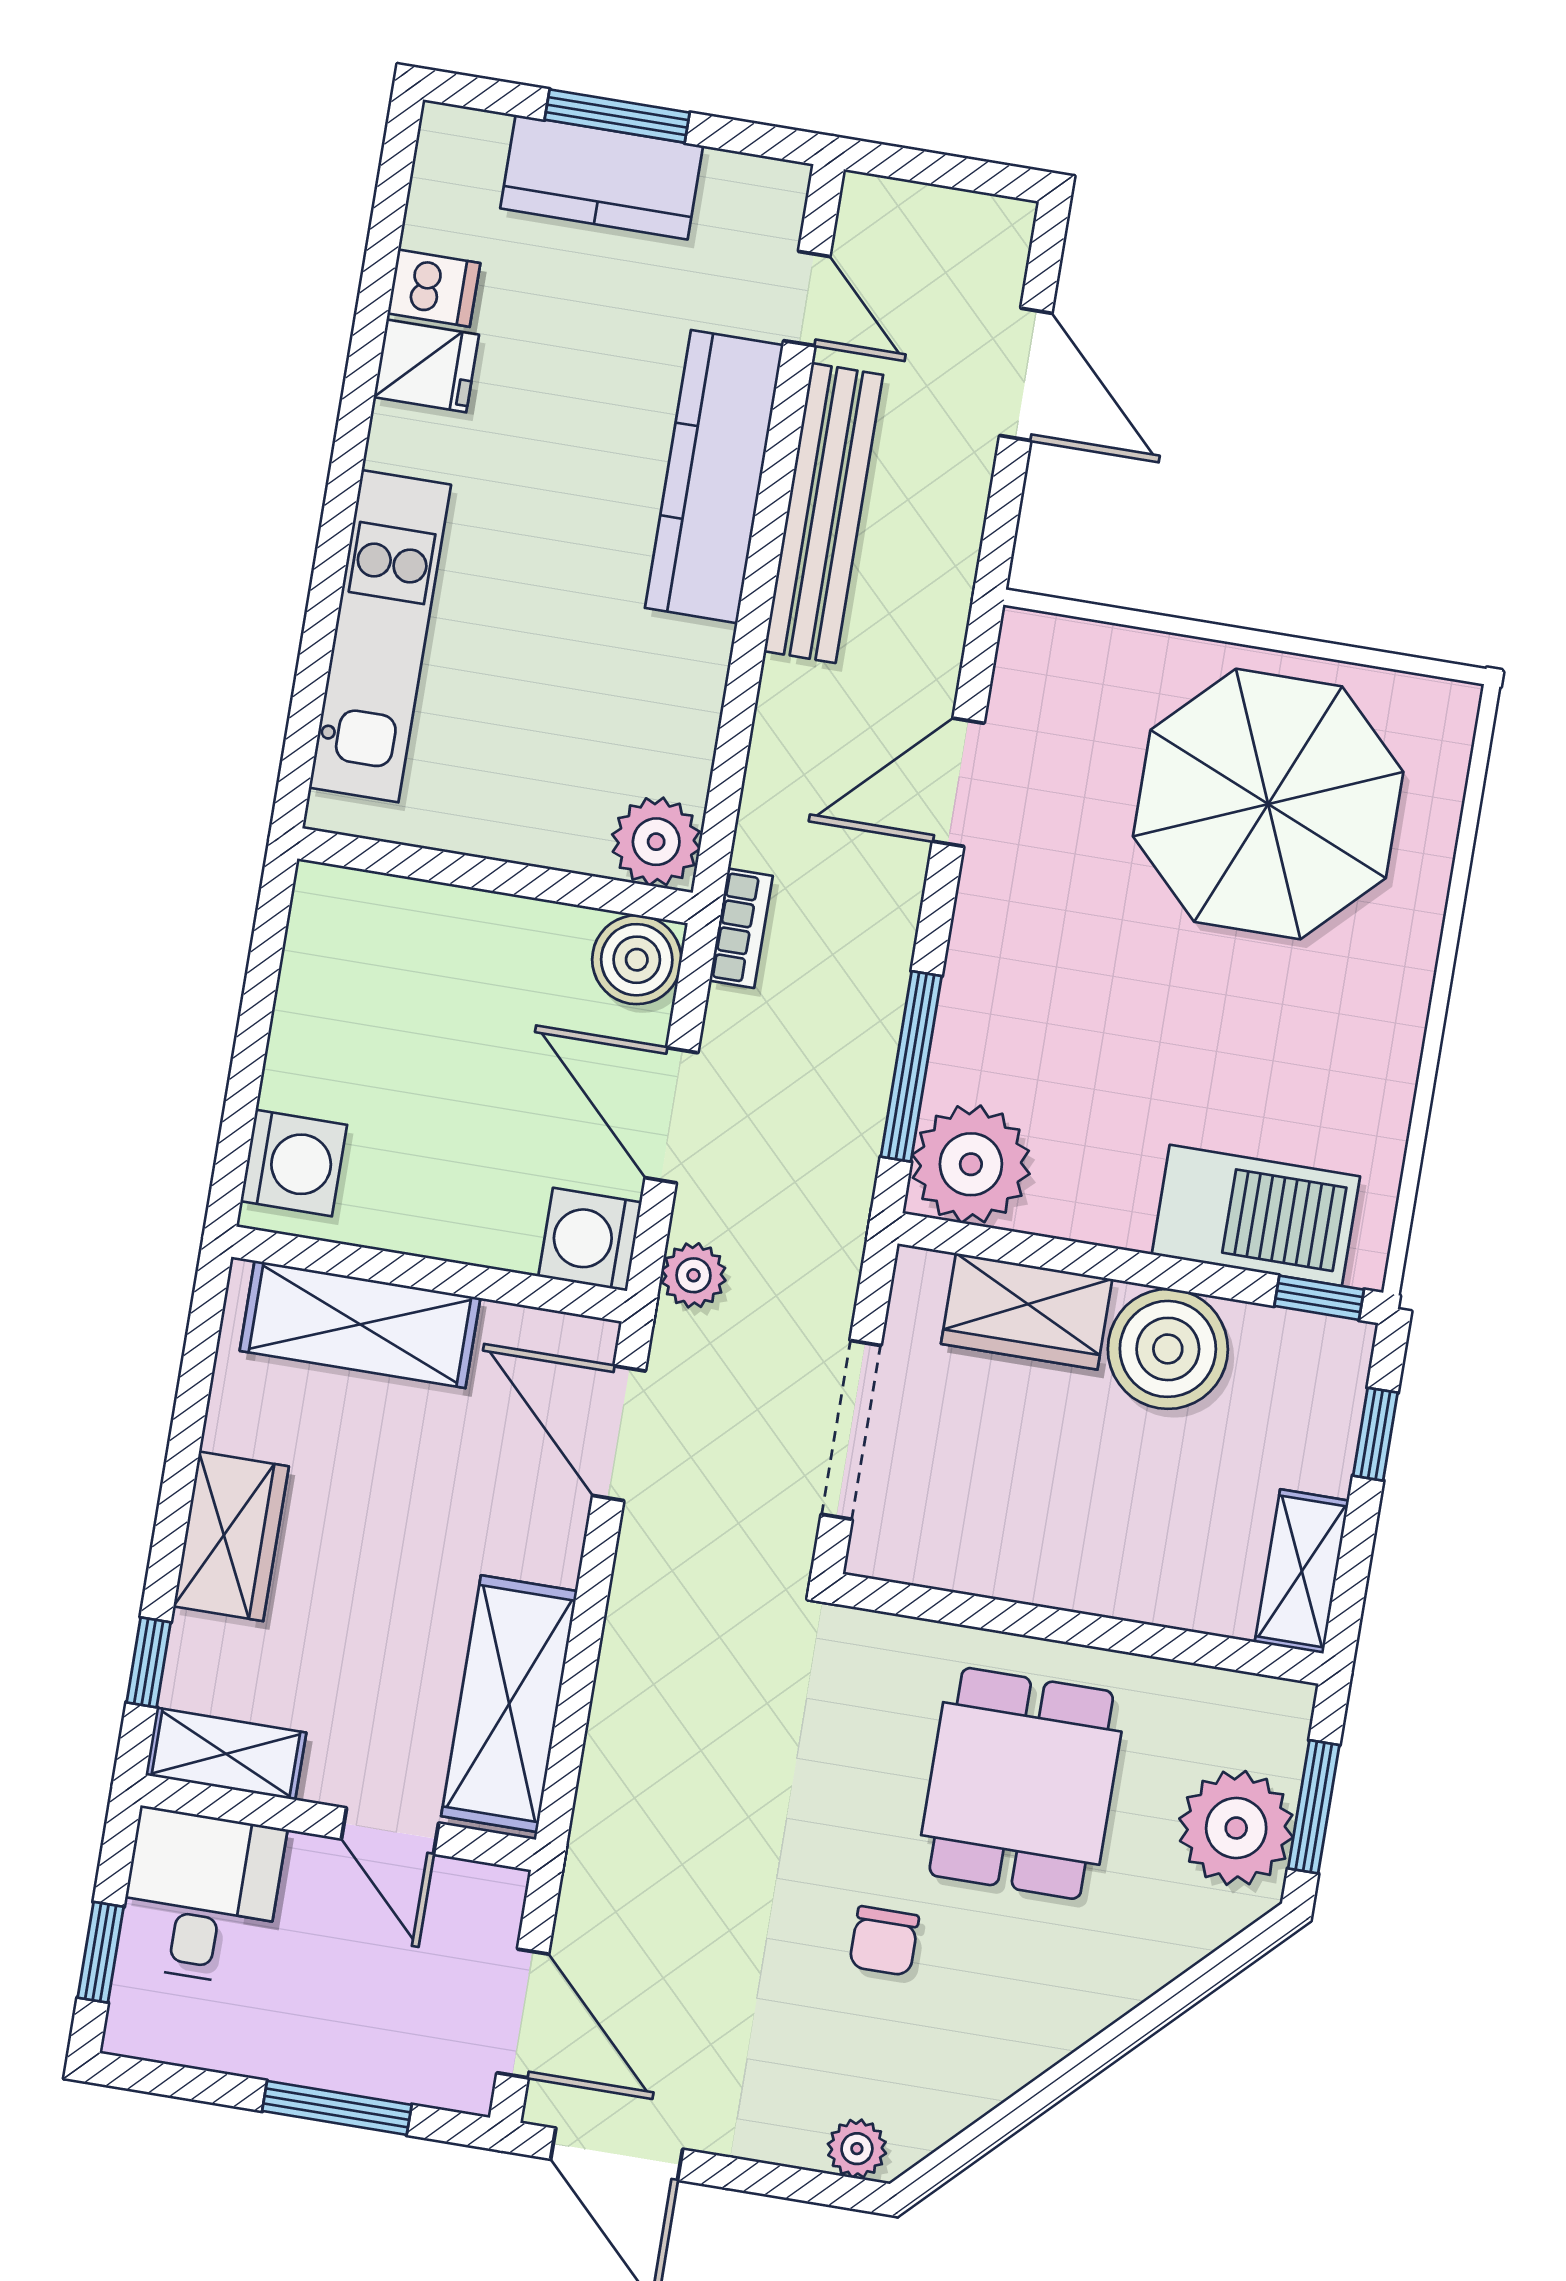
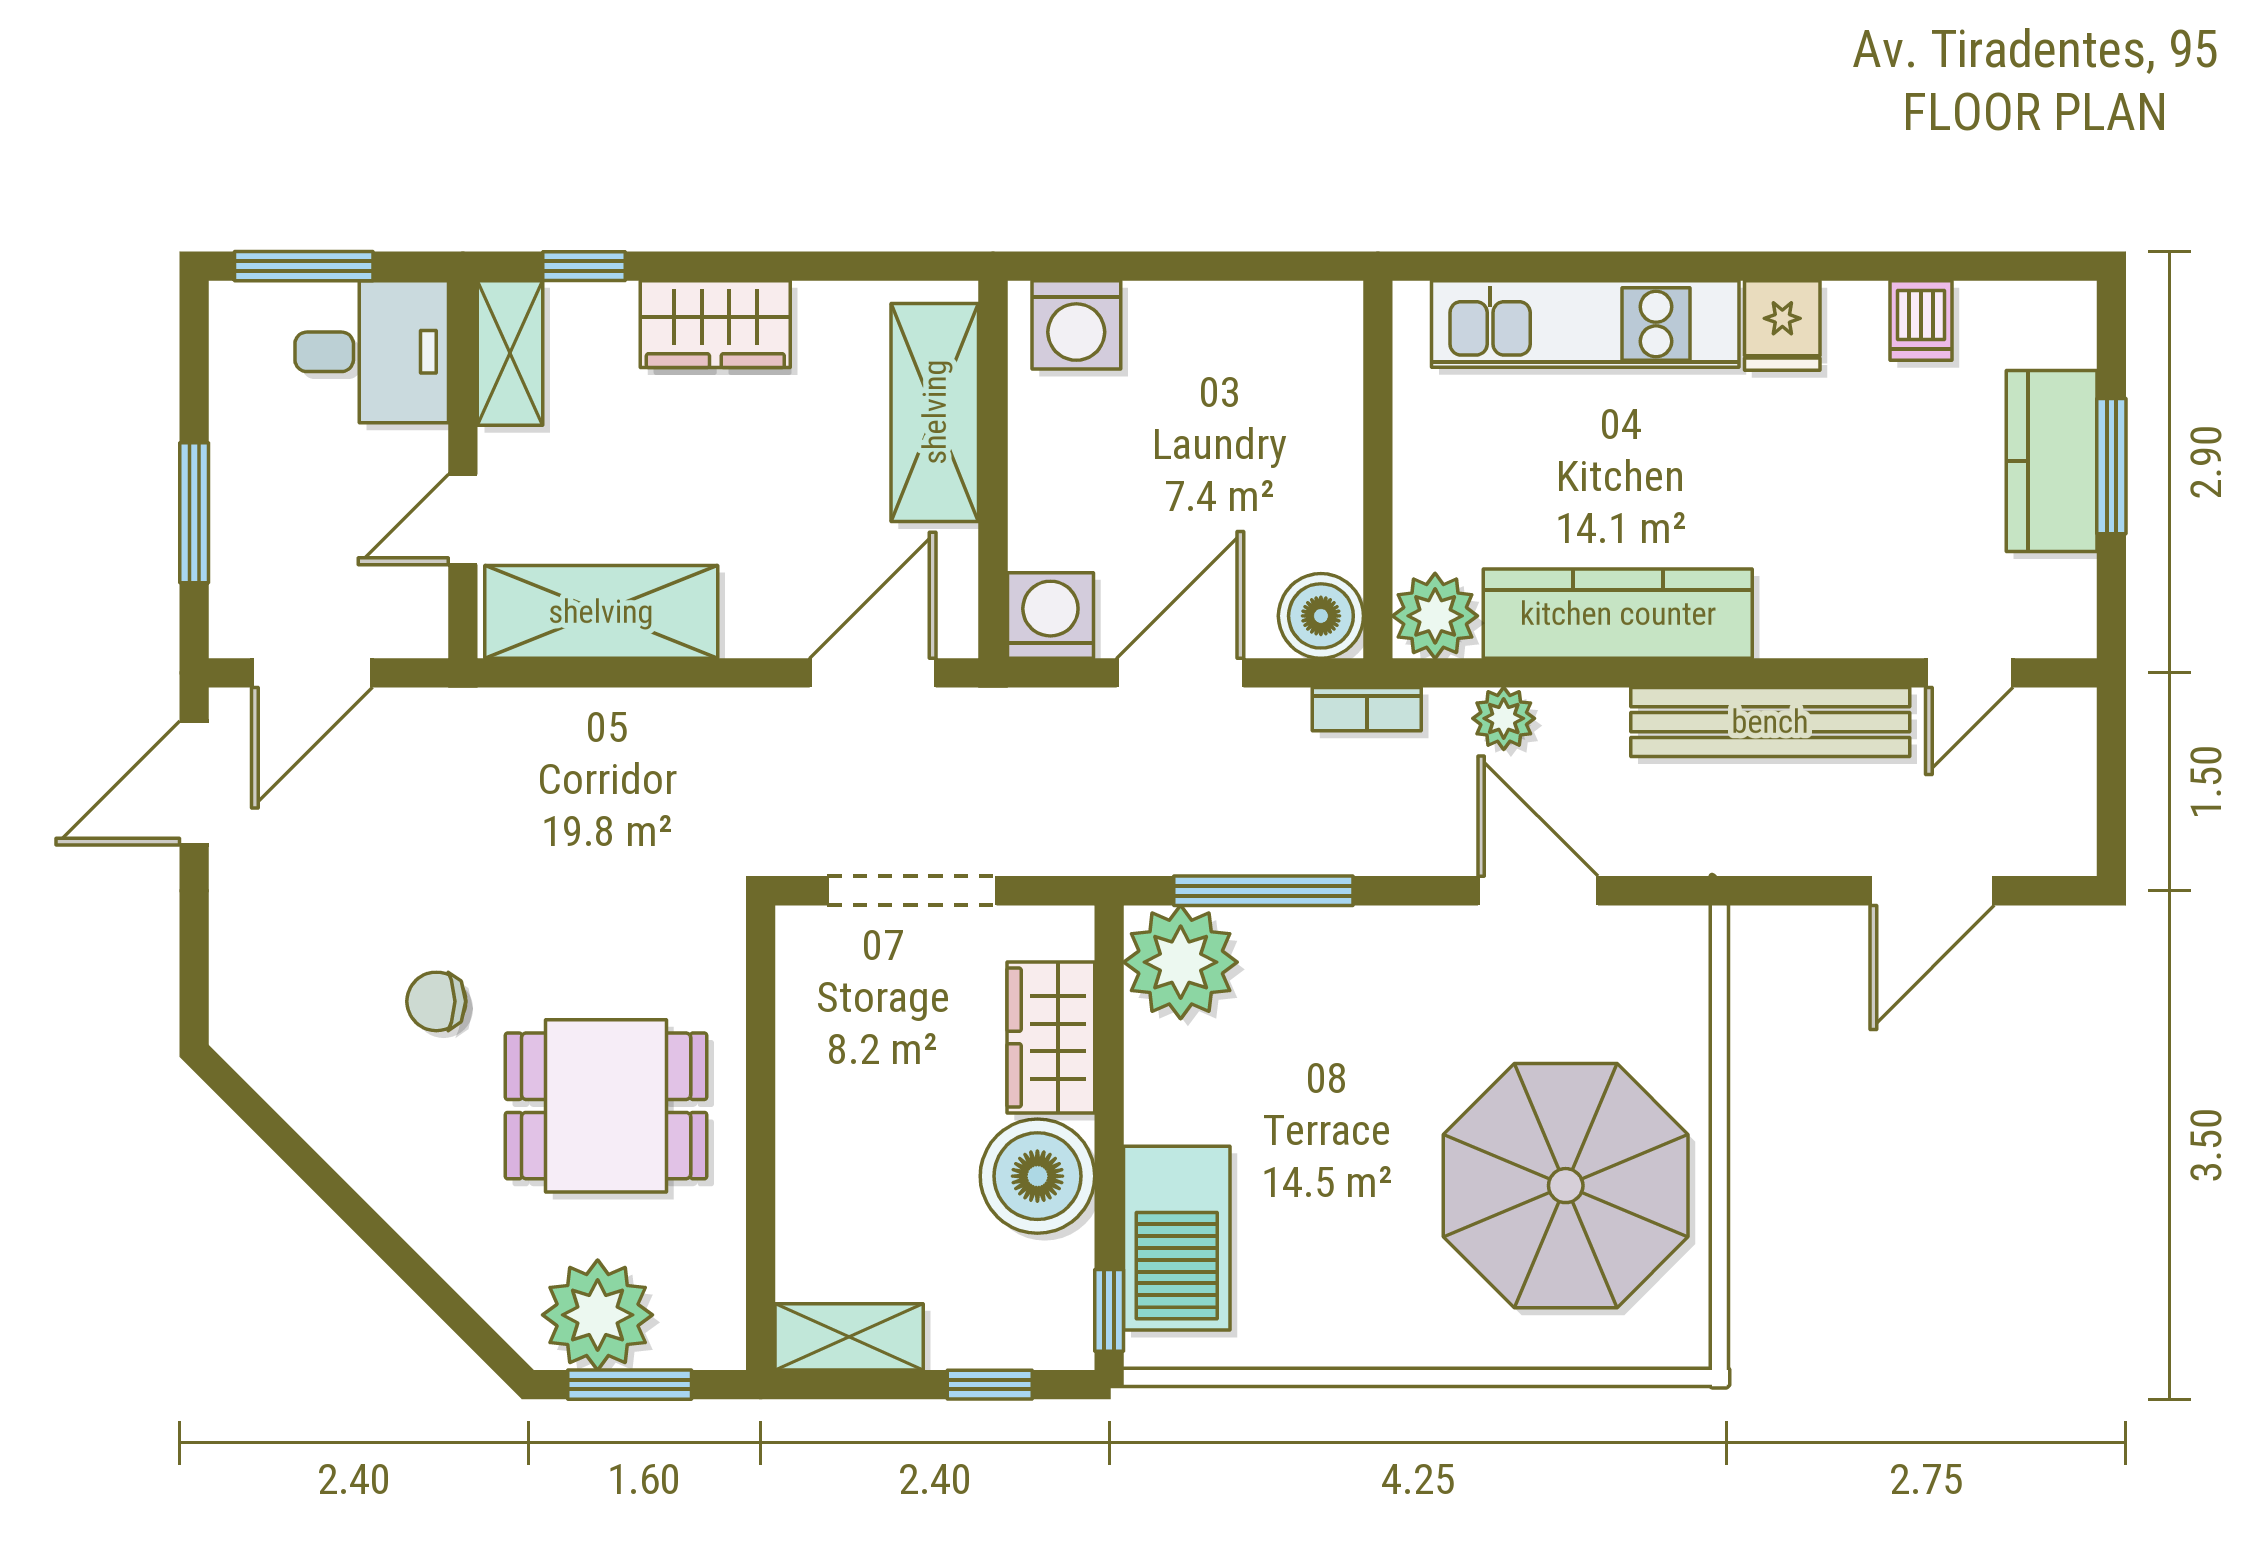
fridge: (426, 366) -> (1782, 326), moved
kitchen counter: (714, 477) -> (1618, 614), moved
plant: (693, 1275) -> (1504, 718), moved
window: (101, 1952) -> (304, 266), width x1.50
plant: (857, 2149) -> (237, 1008), removed

